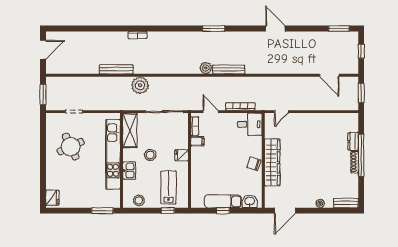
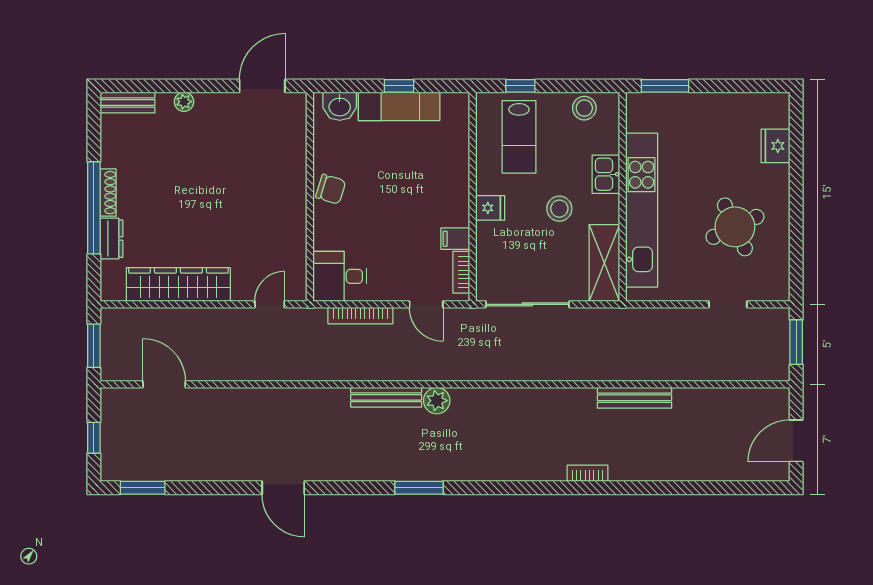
plant: (140, 85) -> (582, 362), removed
wardrobe: (272, 162) -> (178, 284), moved, turned 90
fridge: (52, 198) -> (775, 146), moved

